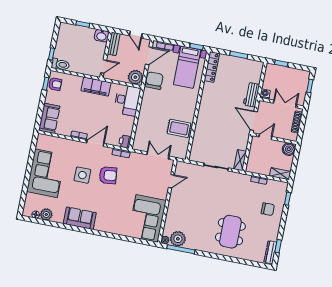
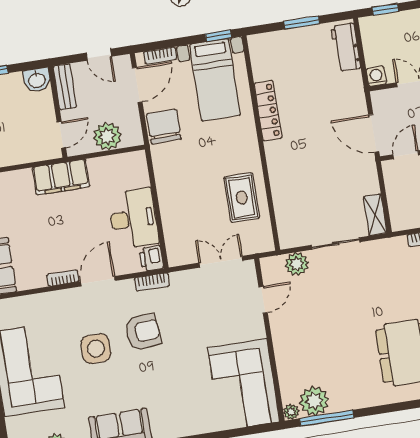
locker: (212, 67) -> (268, 111), moved
plant: (135, 77) -> (107, 136), moved
workbench: (251, 95) -> (346, 47), moved
desk: (127, 100) -> (133, 219), moved
rug: (179, 128) -> (242, 198), turned 90
plant: (194, 170) -> (297, 264), added

